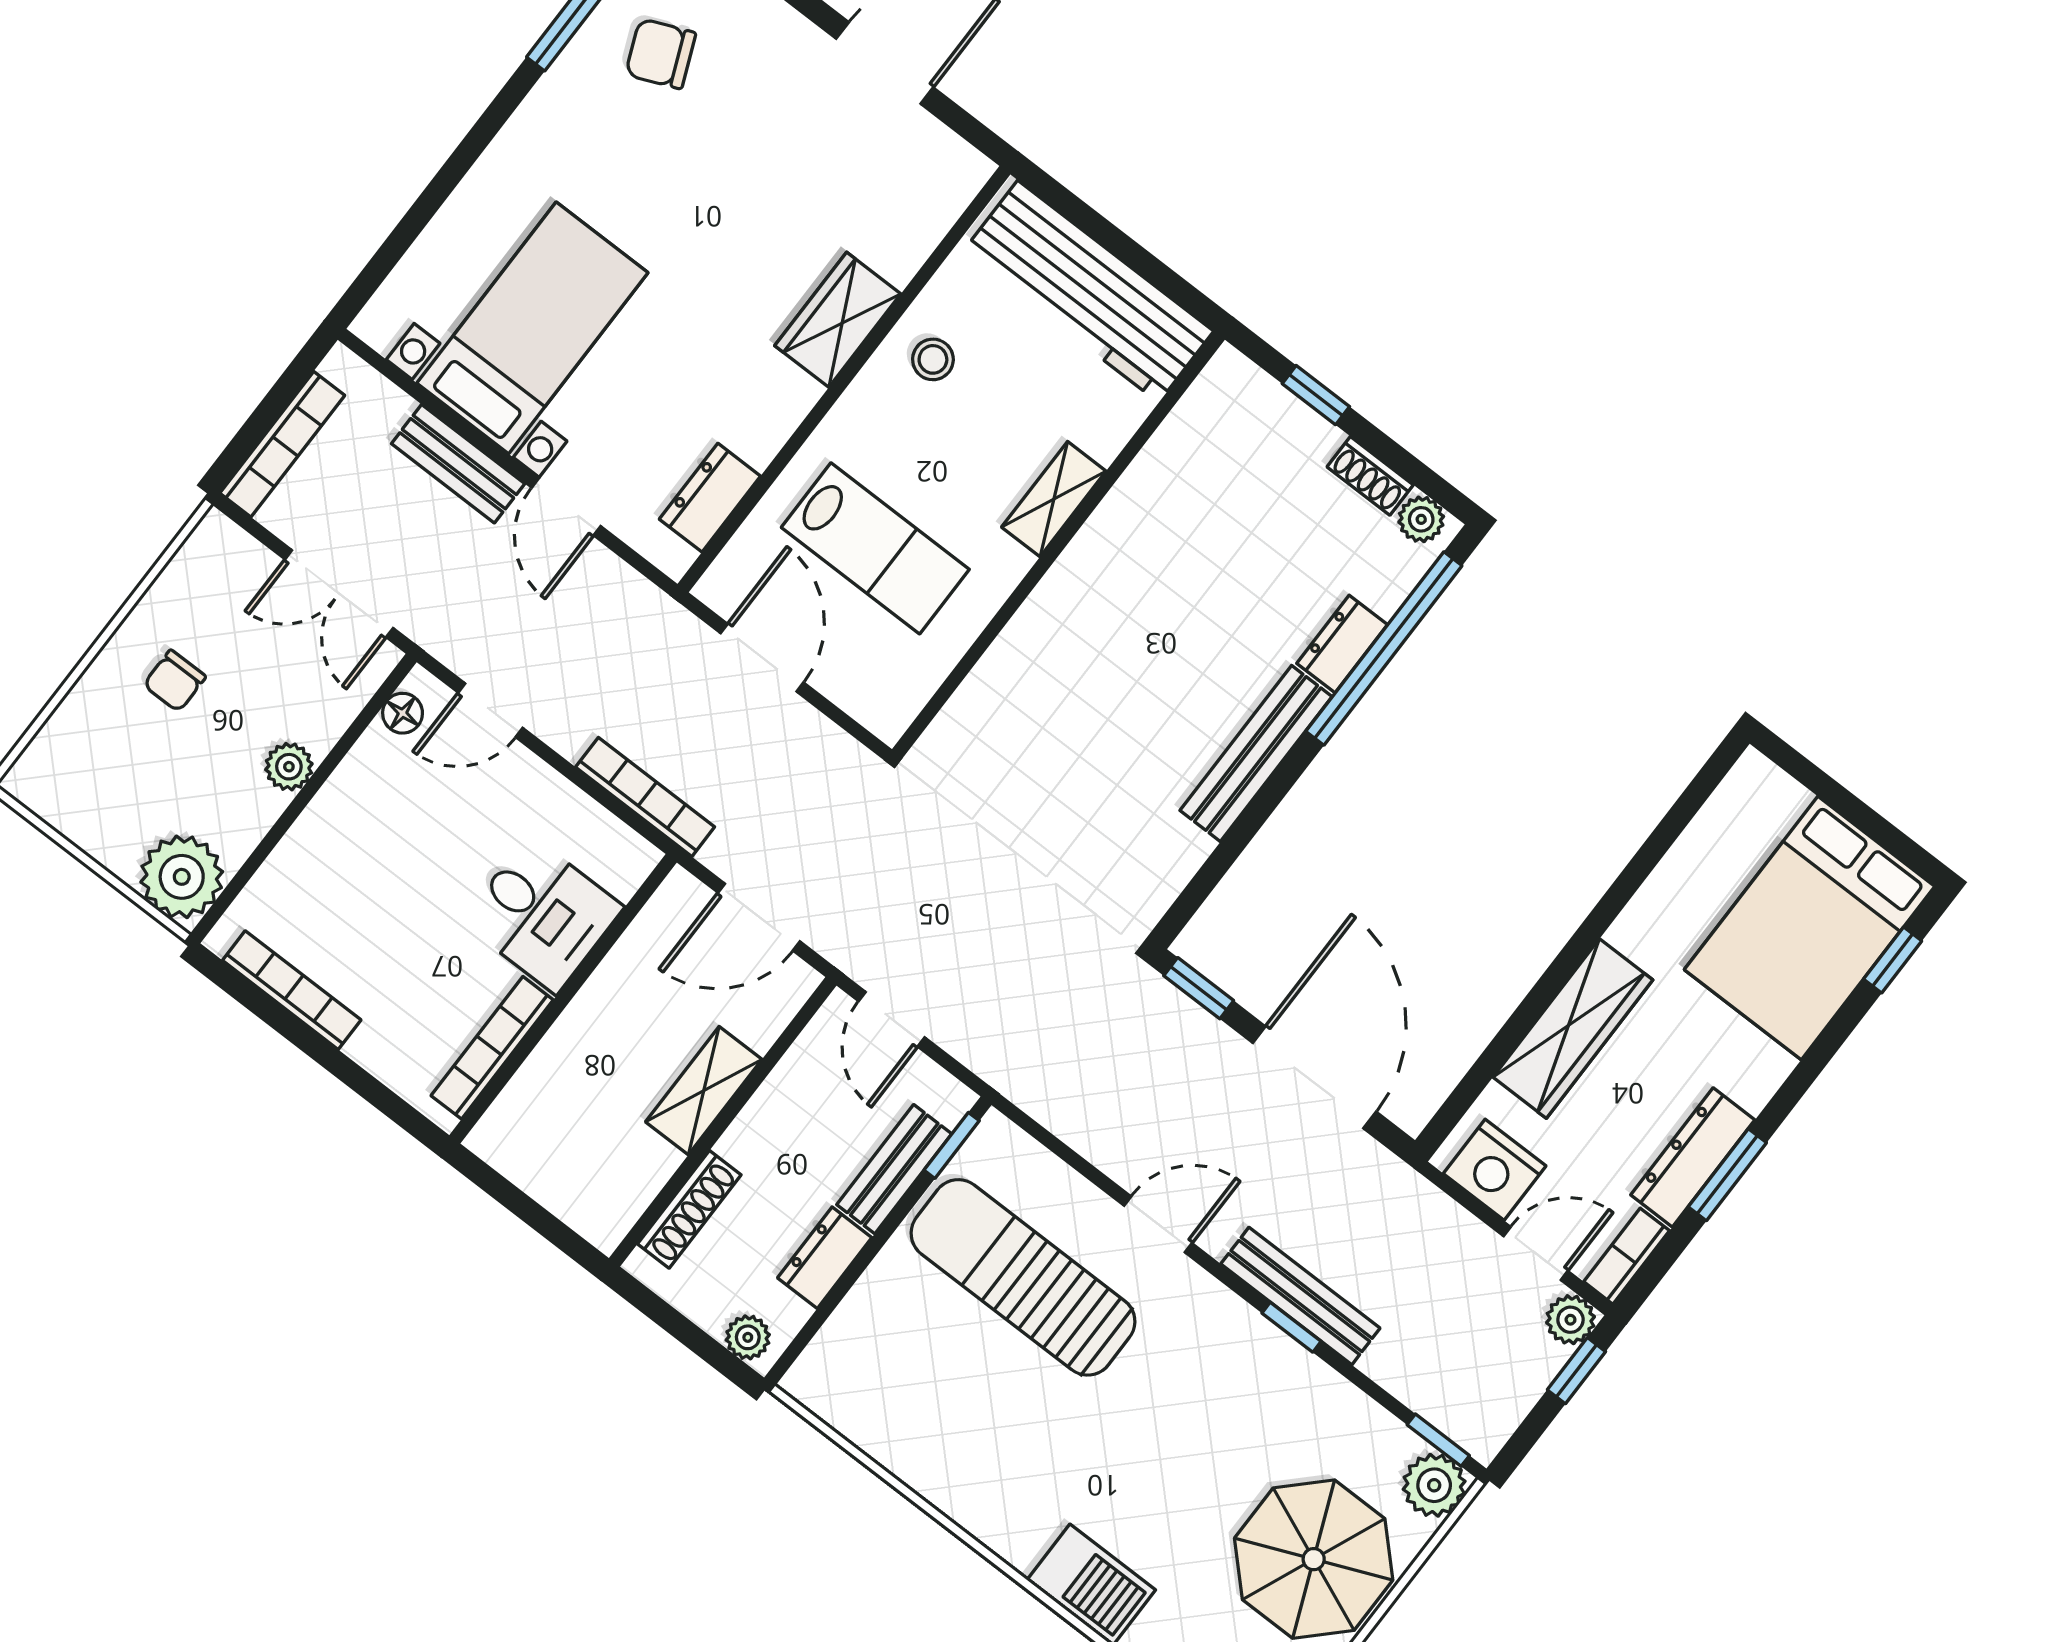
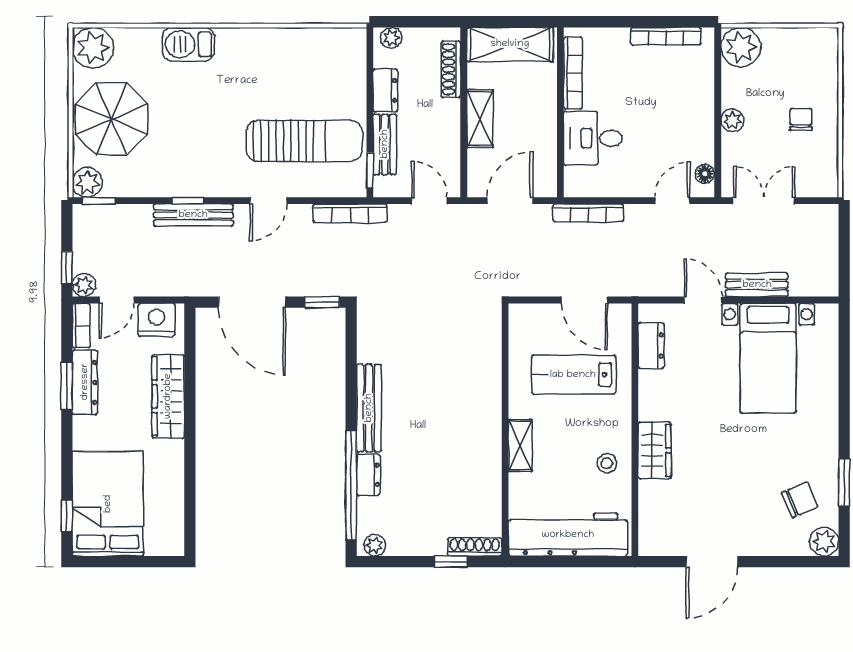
bookcase: (282, 444) -> (350, 213), moved, turned -90
shoe rack: (1370, 476) -> (475, 547), moved, width x1.43
shelving: (560, 1175) -> (510, 44), added

